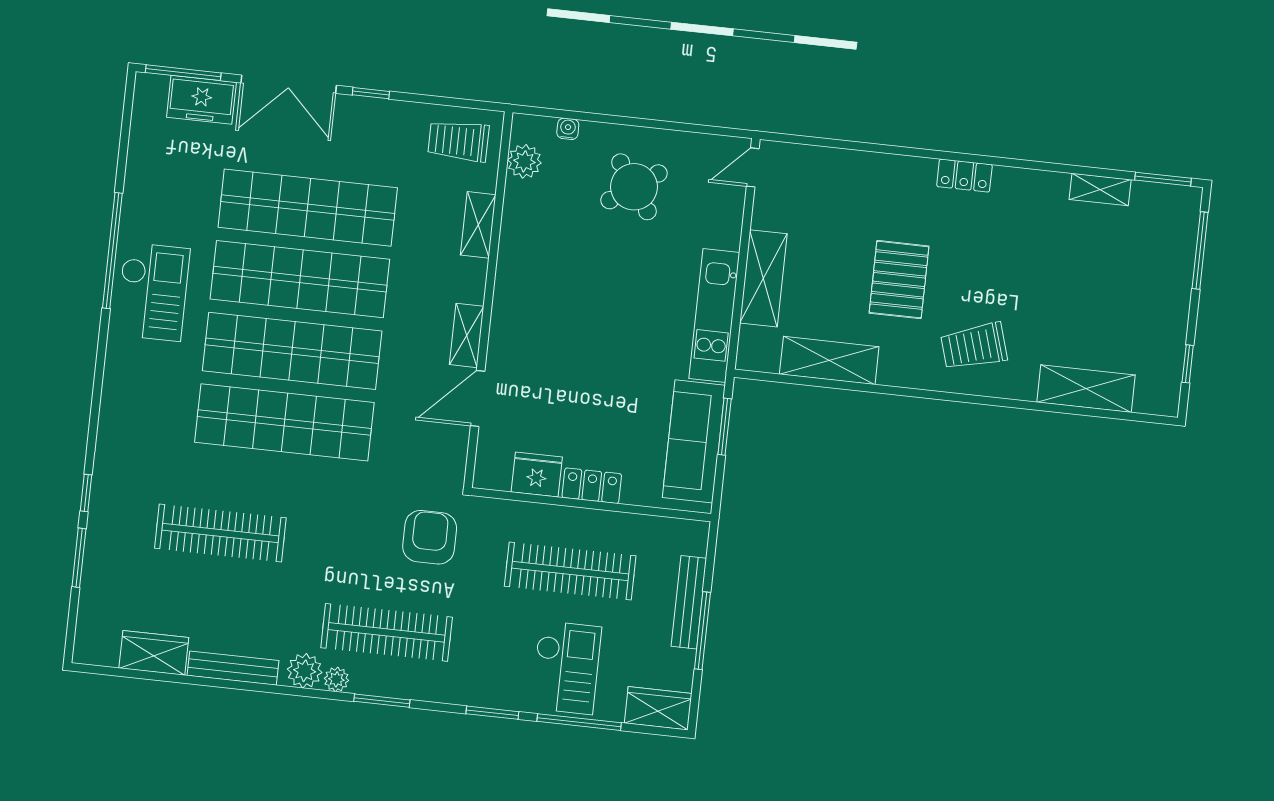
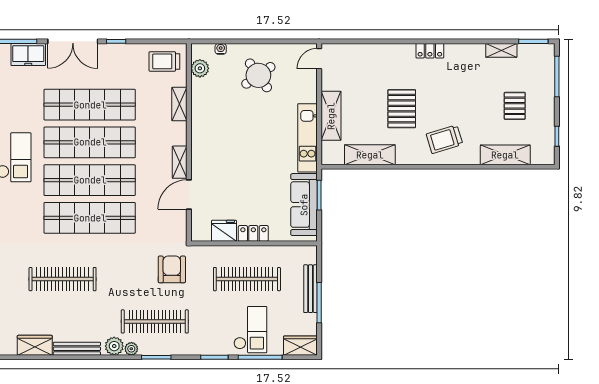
pallet: (1114, 297) -> (515, 106), added

